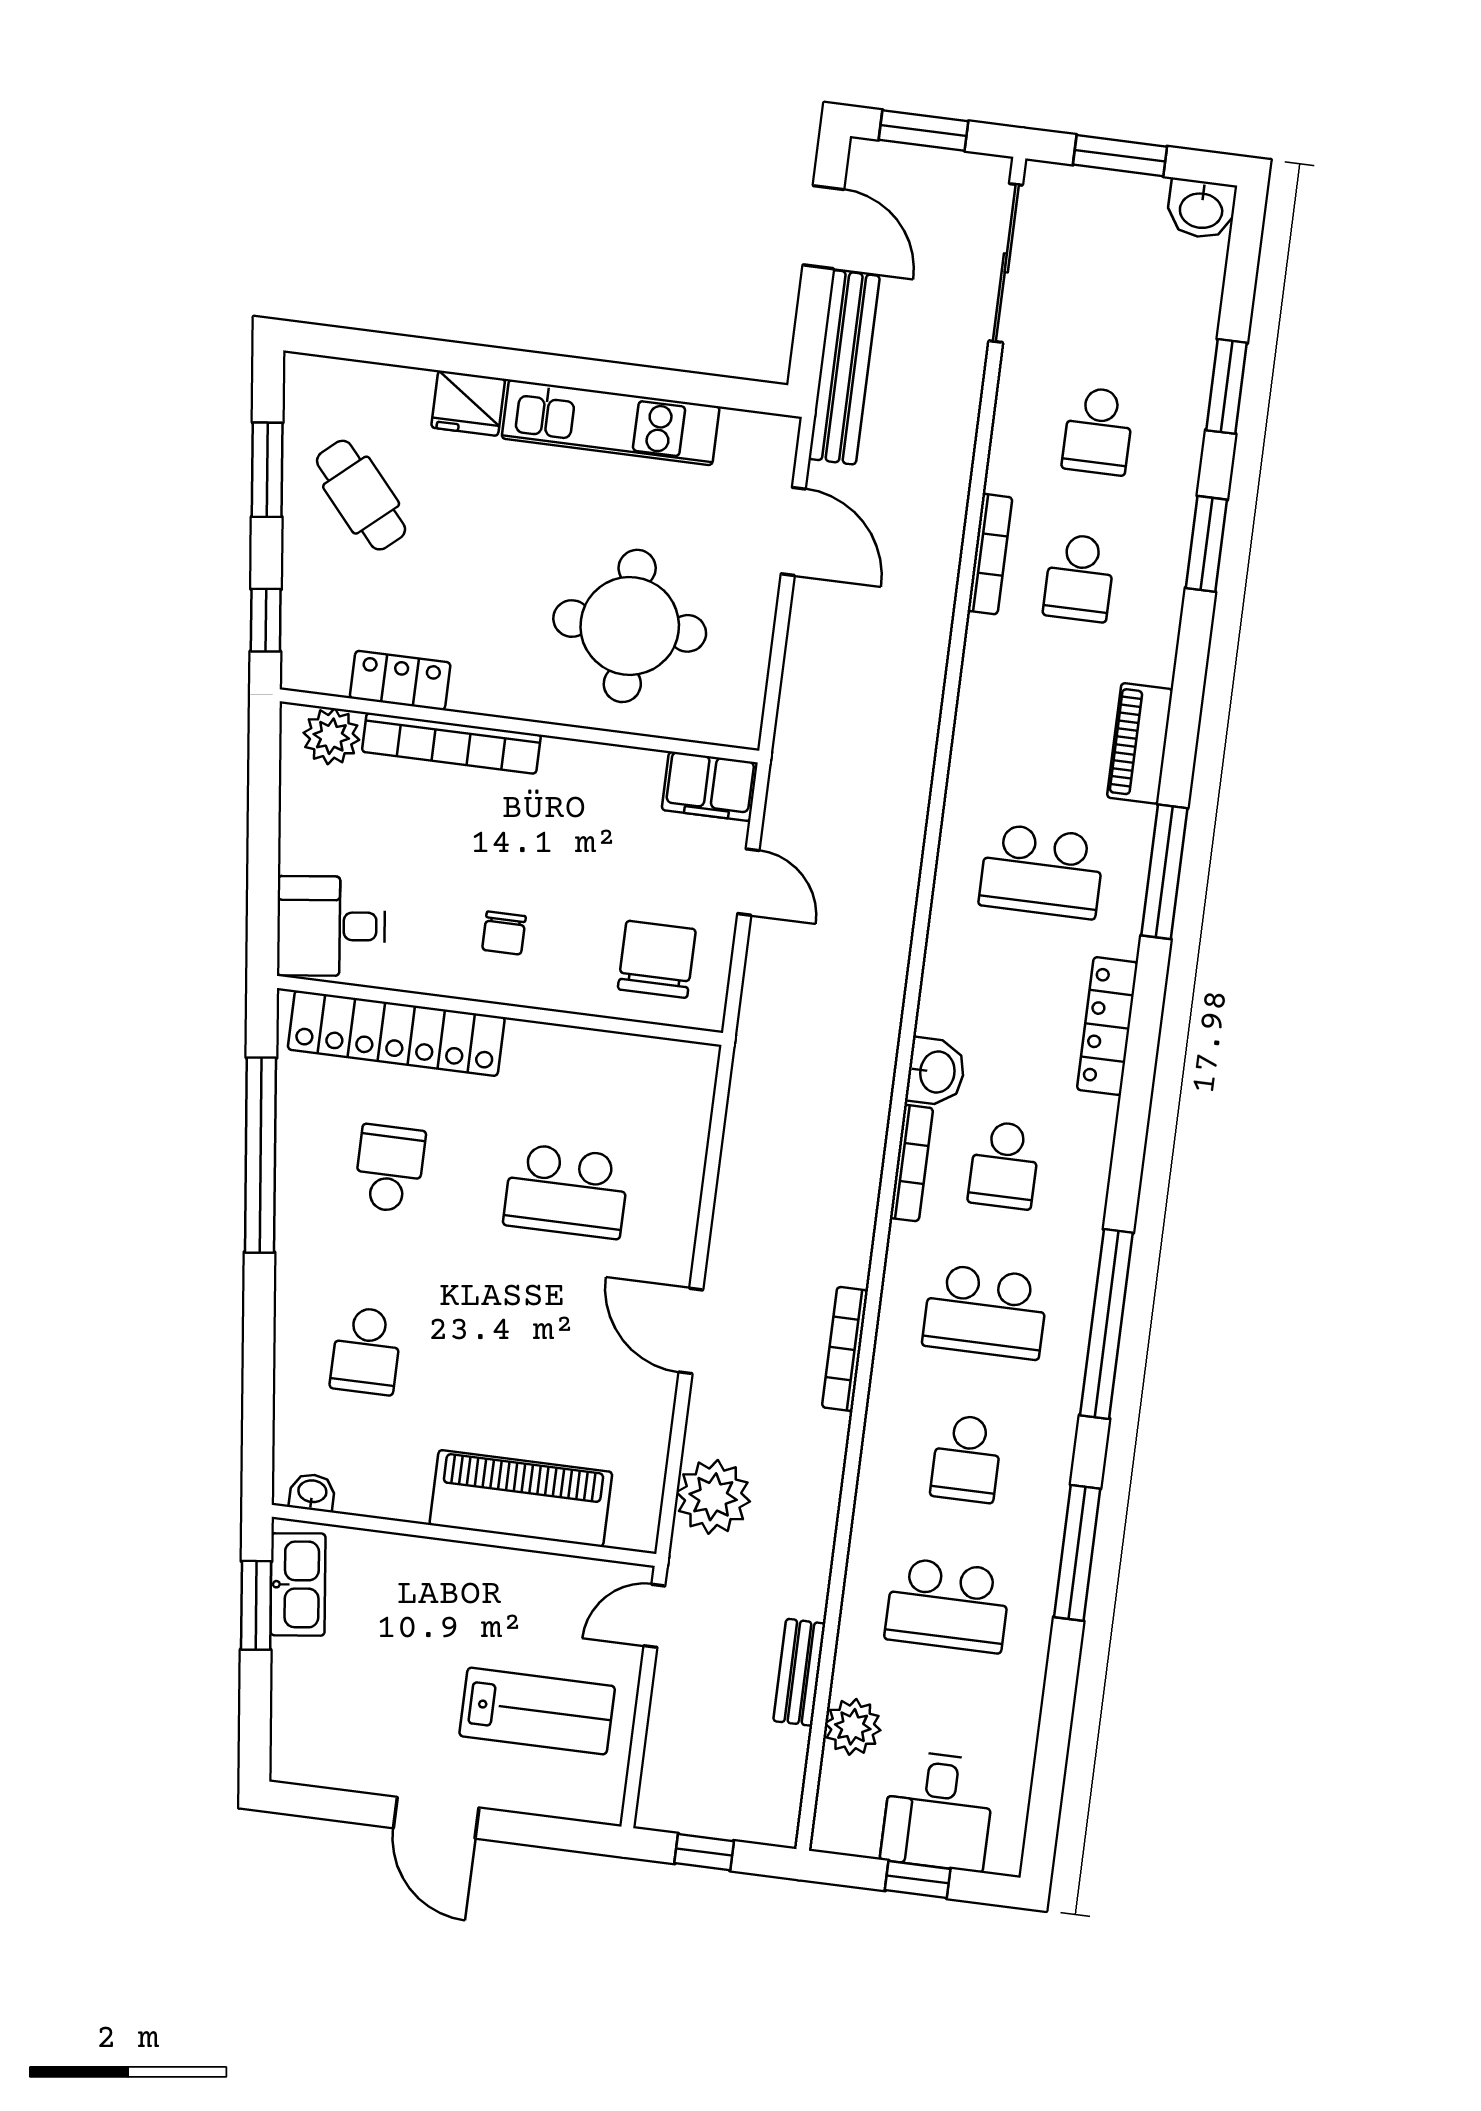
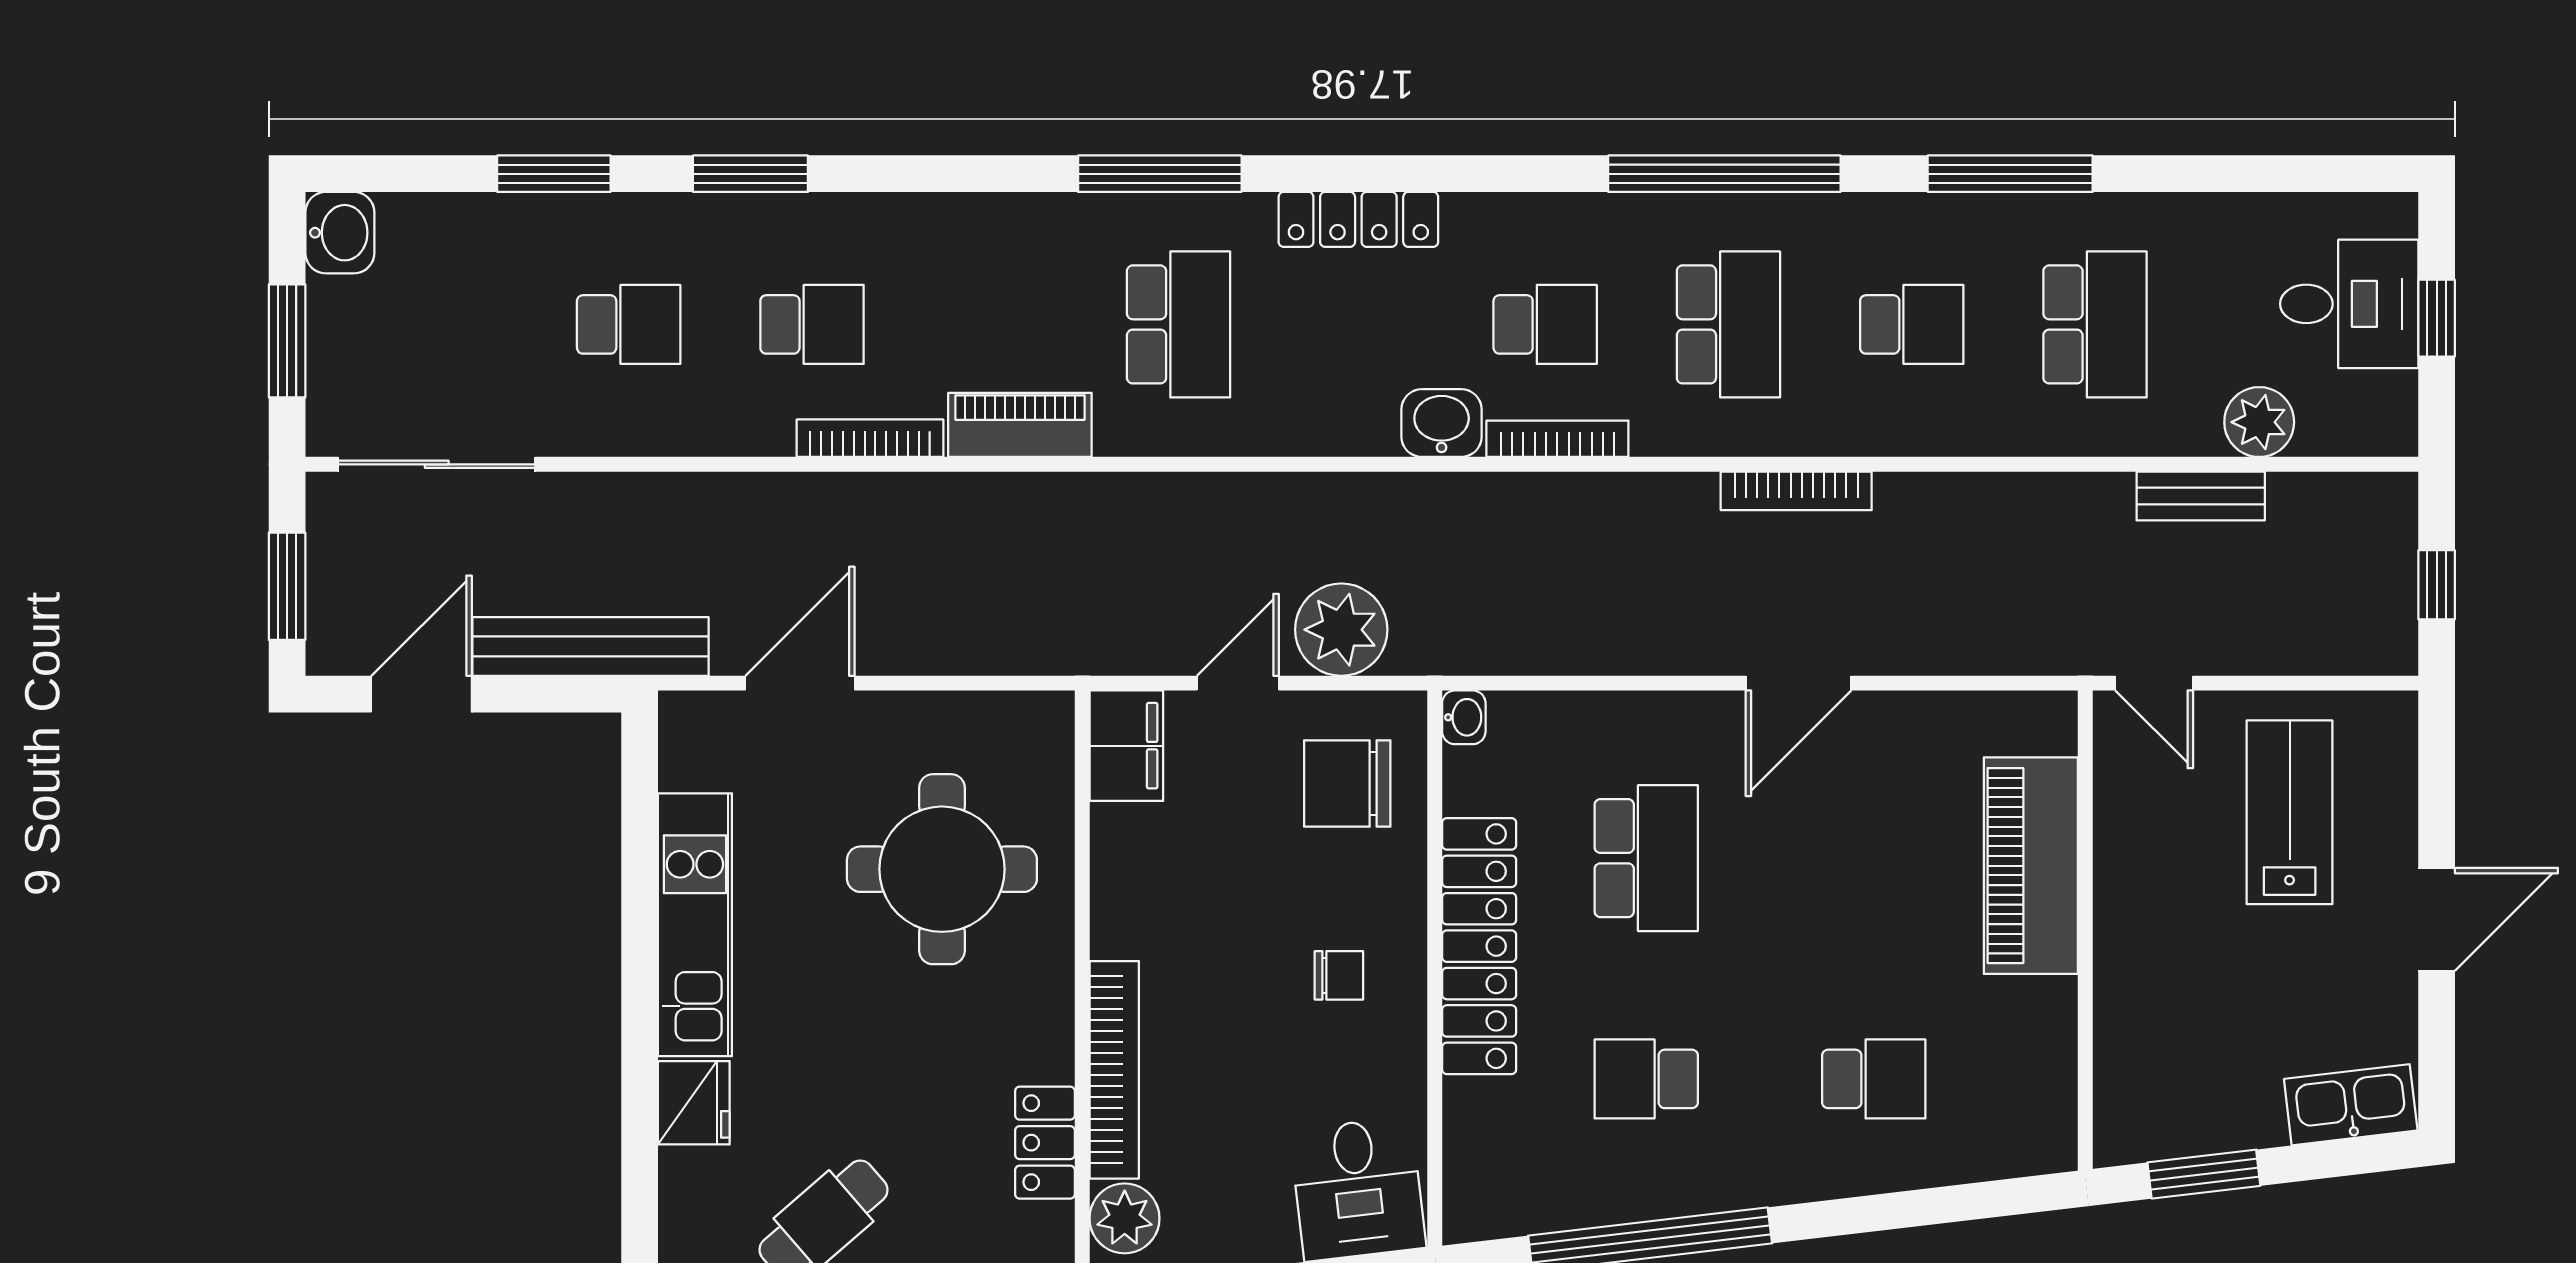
bookcase: (990, 554) -> (870, 438), moved
piano: (1140, 743) -> (1020, 425), moved, turned 180
locker: (396, 1033) -> (1479, 946), moved
washbasin: (312, 1492) -> (1464, 717), moved, turned 180
plant: (713, 1497) -> (1341, 630), moved
kitchen sink: (298, 1584) -> (2351, 1105), moved

